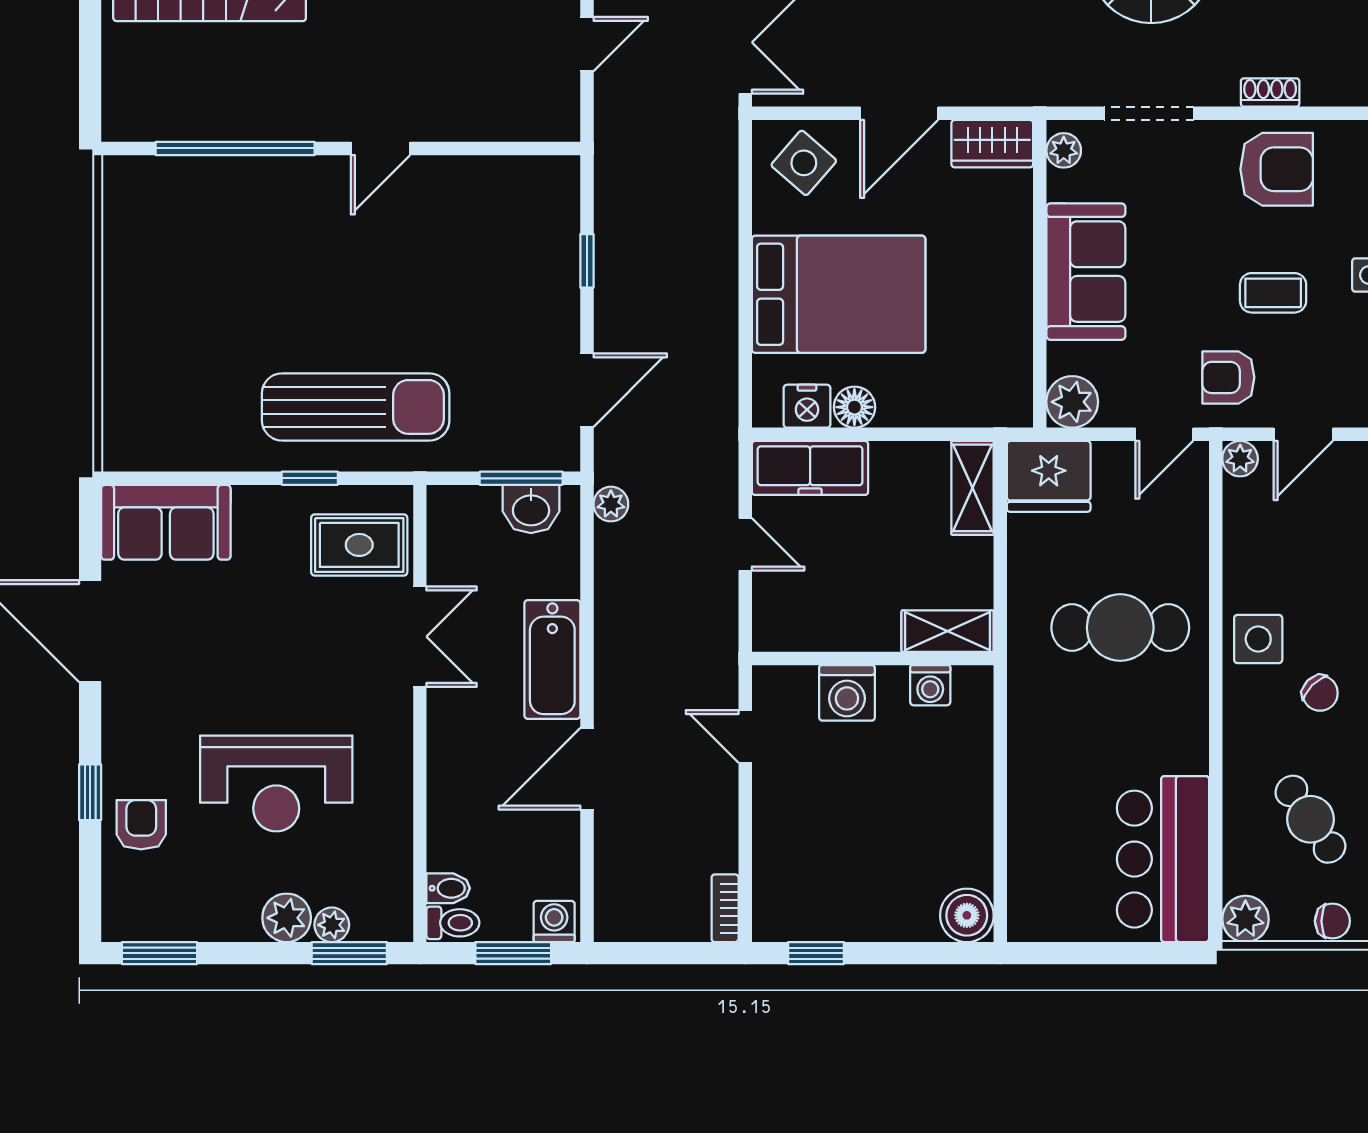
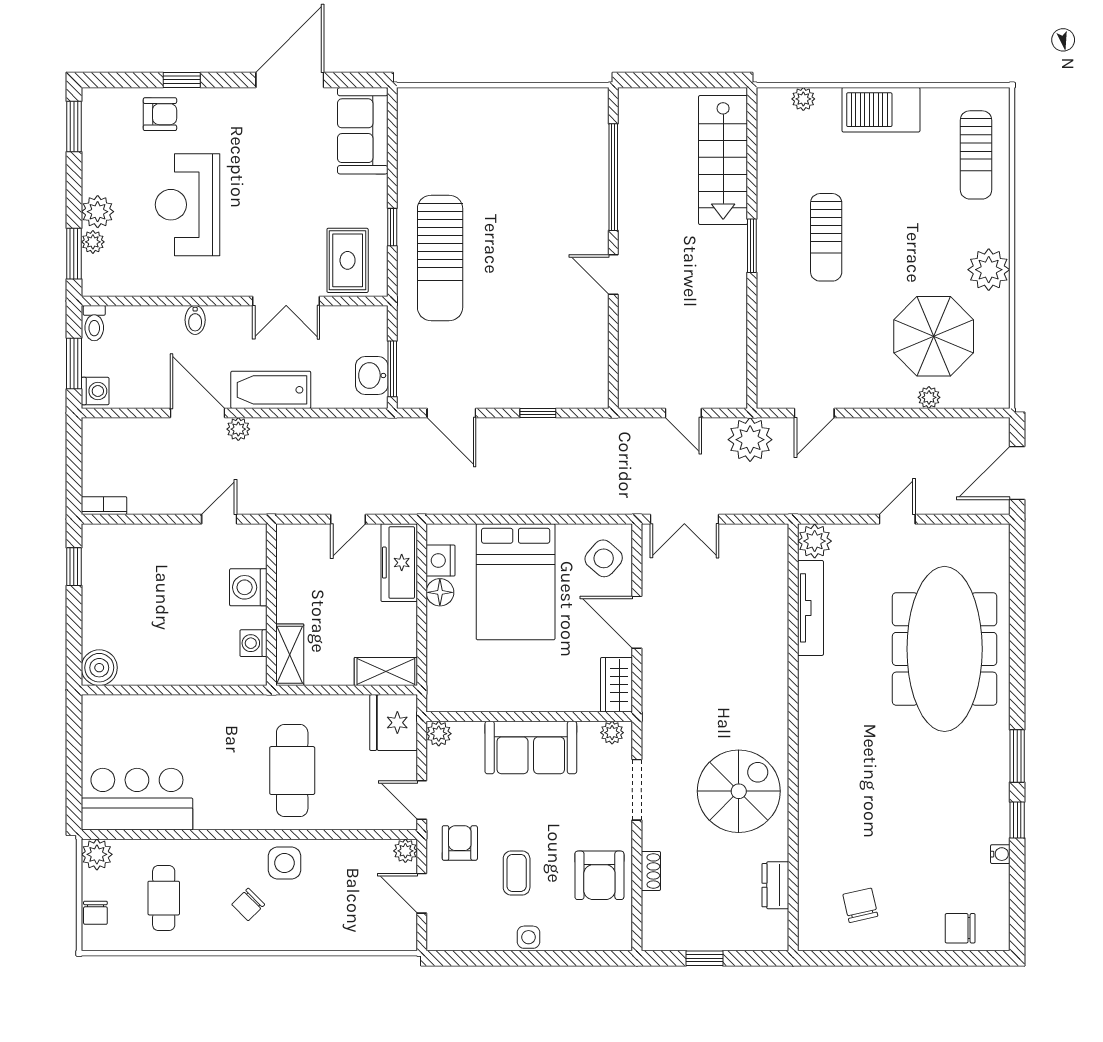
plant: (1072, 402) -> (439, 734), width x0.73, depth x0.73
plant: (611, 504) -> (238, 429), moved
cafe table: (1310, 819) -> (164, 898), turned -56
bidet: (448, 888) -> (195, 320), moved

